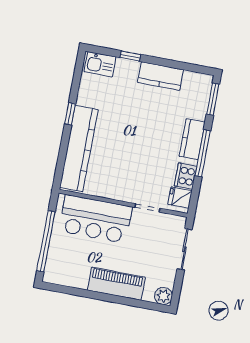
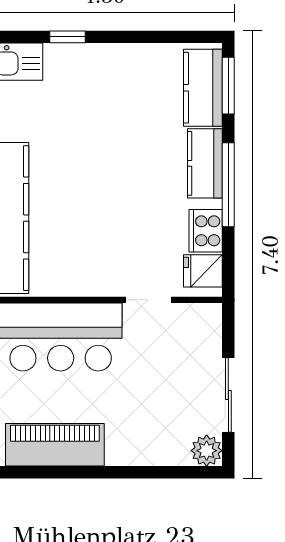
kitchen counter: (161, 76) -> (203, 88), moved, turned 90
sliding door: (185, 249) -> (228, 395), moved
piano: (116, 284) -> (55, 445), moved

